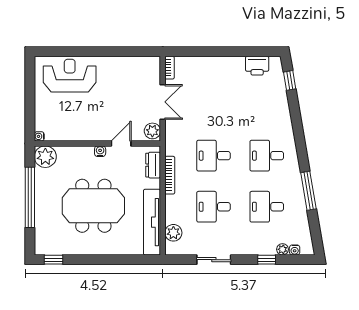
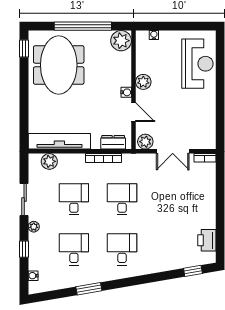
plant: (89, 133) -> (143, 82), added
water cooler: (39, 136) -> (154, 35), moved
window: (308, 191) -> (89, 289), width x0.69
meeting table: (93, 206) -> (59, 65), moved
plant: (282, 249) -> (34, 227), moved

